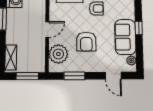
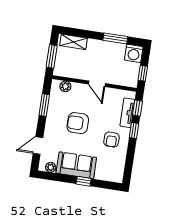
plant: (58, 54) -> (65, 86), width x0.53, depth x0.53

